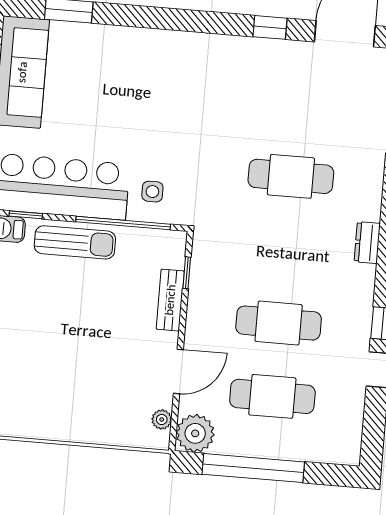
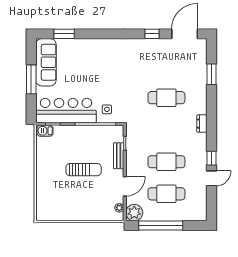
sun lounger: (75, 242) -> (84, 170), moved

